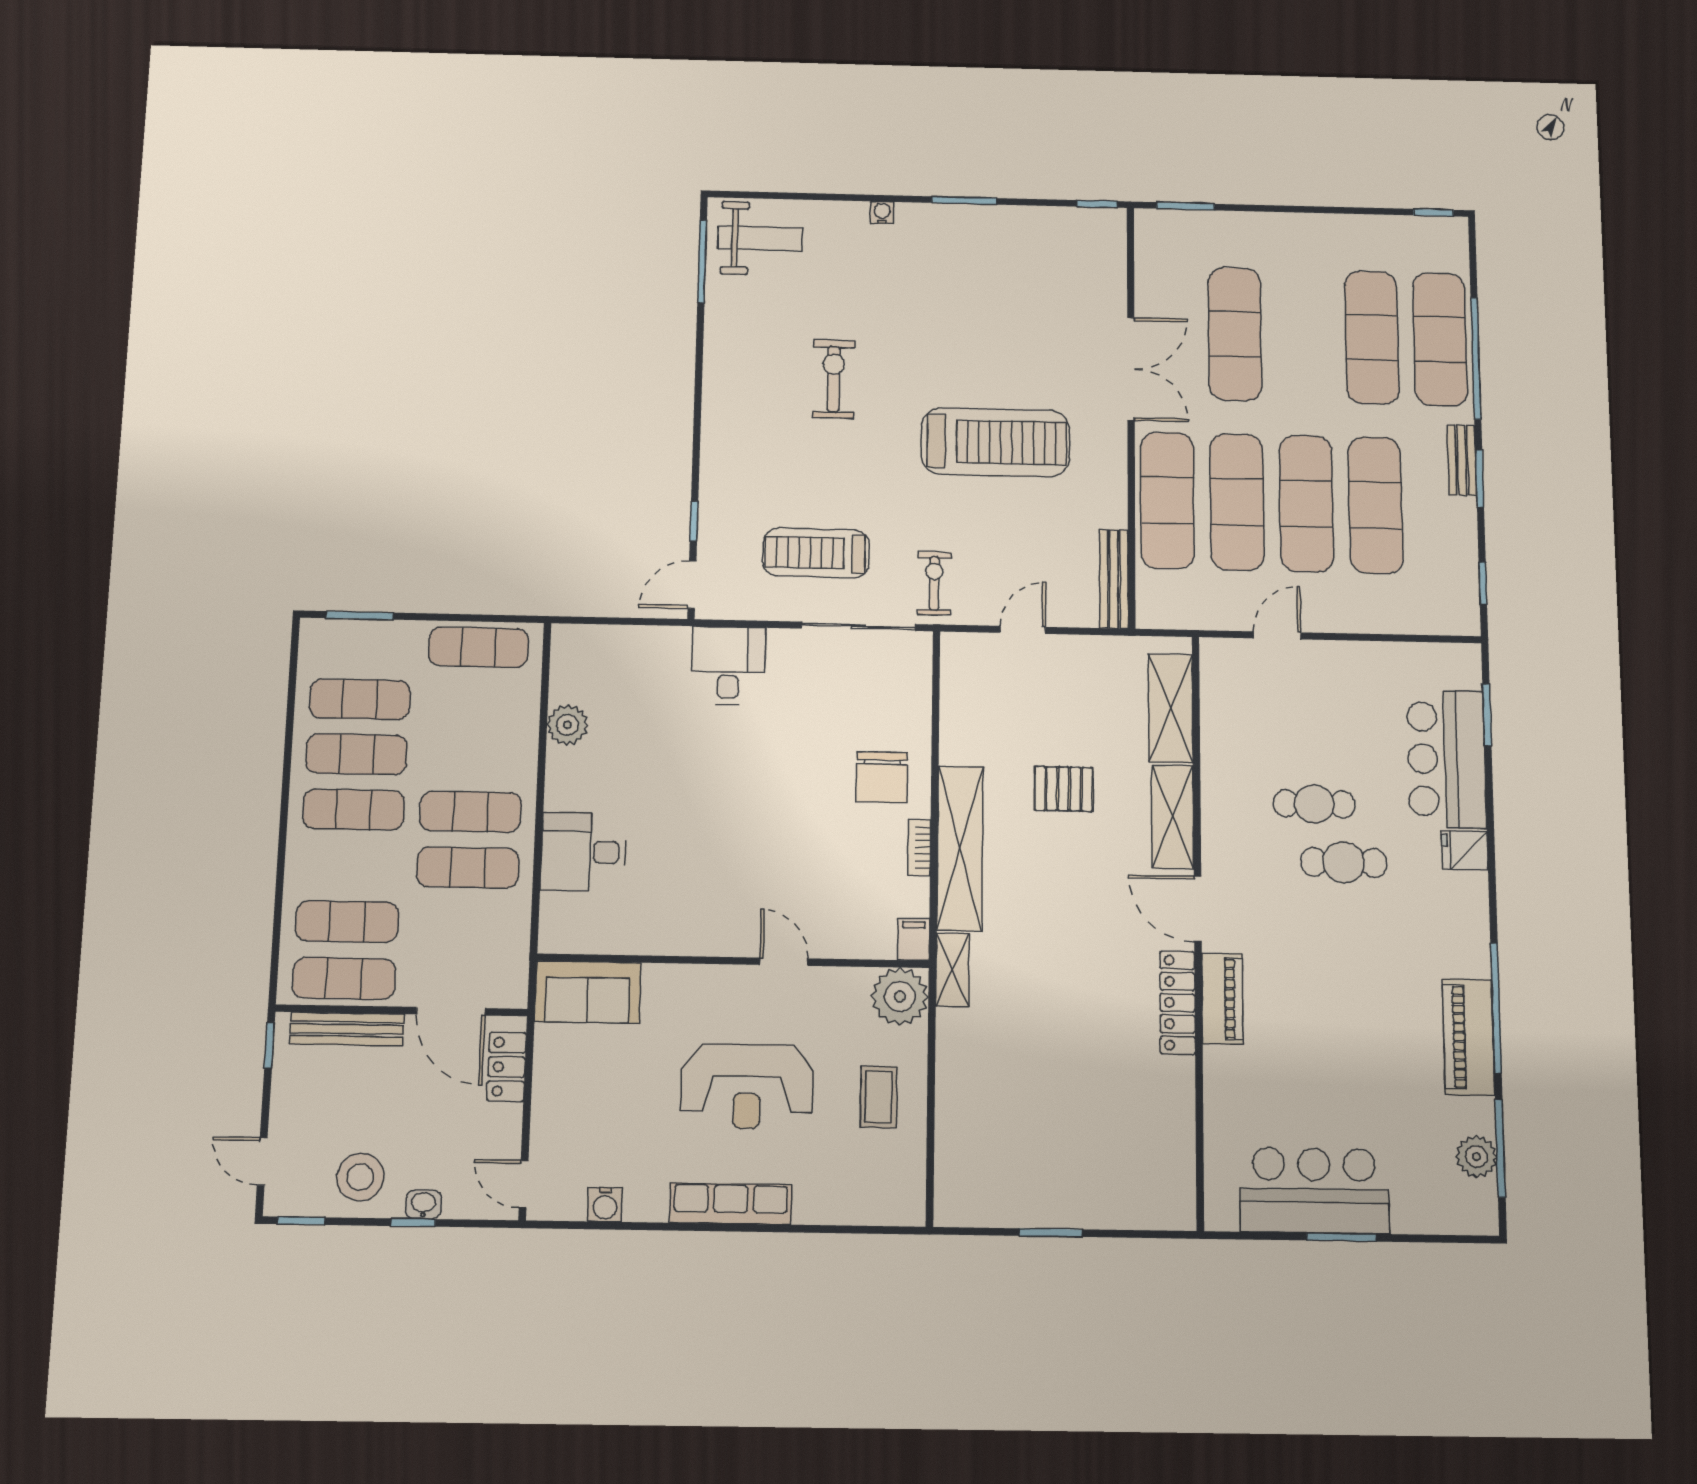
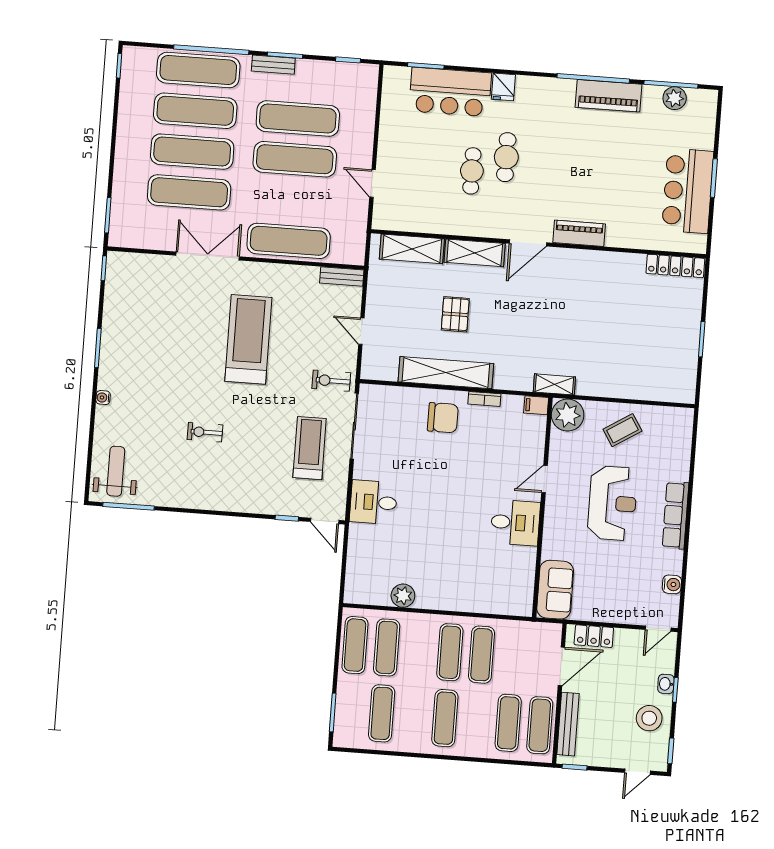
exercise bike: (834, 379) -> (205, 432), width x0.73, depth x0.72
exercise mat: (1237, 502) -> (192, 152), moved
treadmill: (816, 553) -> (310, 448), turned 180
bench: (1114, 579) -> (342, 276), width x0.73
exercise mat: (357, 754) -> (387, 647), moved
shelving: (960, 848) -> (446, 373), moved
desk: (584, 852) -> (515, 523), moved, turned -90
locker: (1177, 1003) -> (675, 266), moved
coffee table: (879, 1097) -> (622, 430), turned -32

